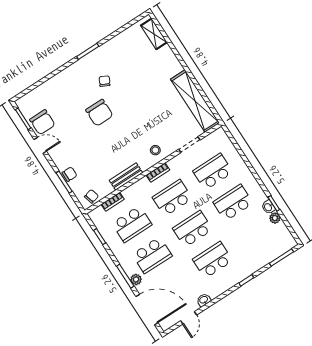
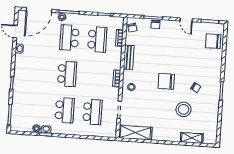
shelving: (154, 34) -> (192, 138), moved
stool: (138, 77) -> (183, 109), added
shelving: (195, 101) -> (135, 133), width x0.68
chair: (99, 113) -> (166, 81), moved
chair: (42, 122) -> (213, 41), moved
door: (40, 145) -> (186, 20), hinge flipped
school desk: (172, 198) -> (95, 76), removed
school desk: (132, 224) -> (97, 39), turned 180
school desk: (213, 260) -> (39, 72), removed

